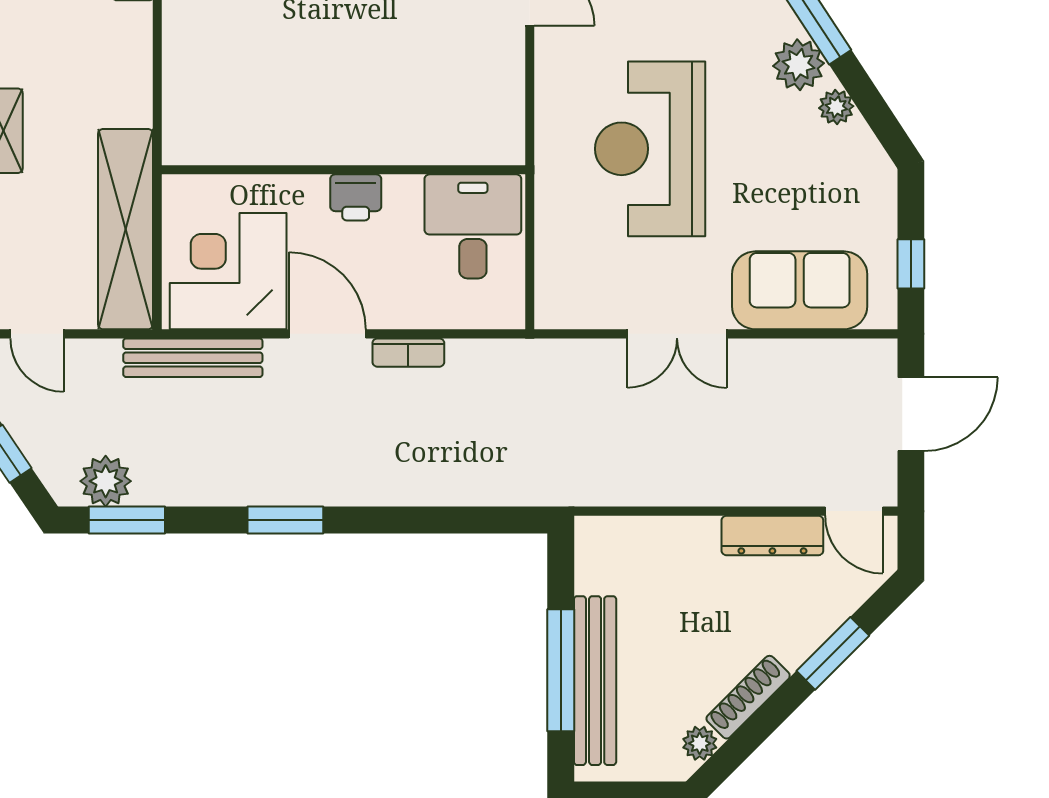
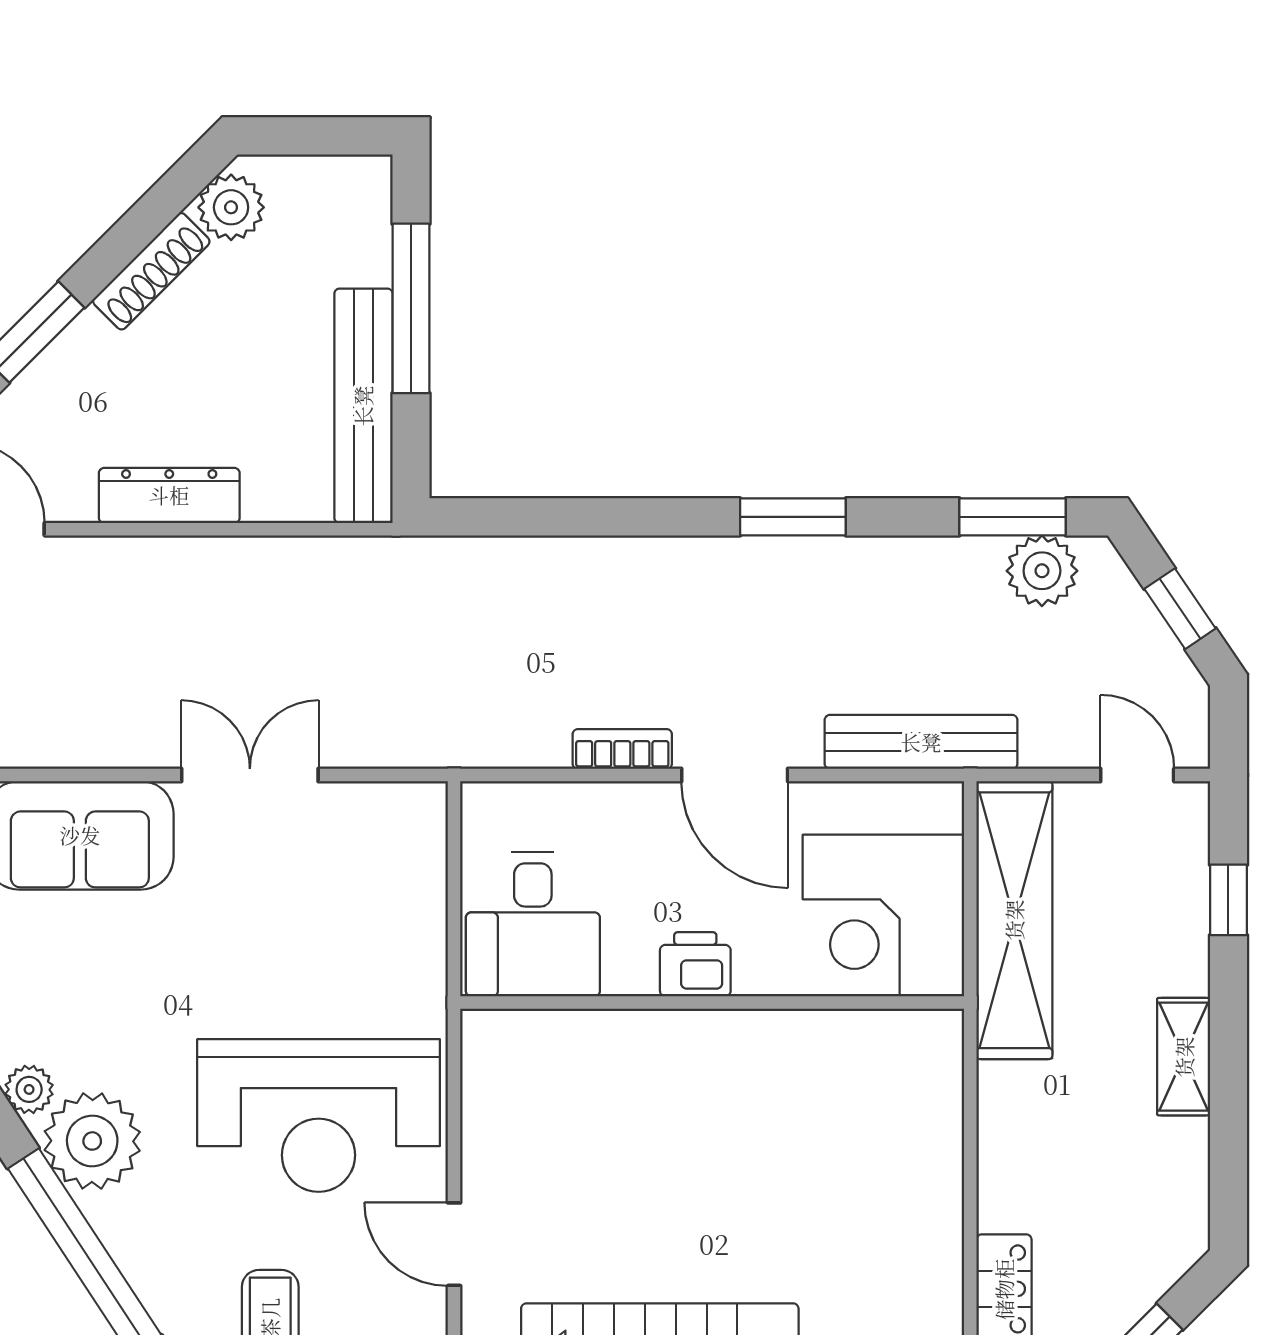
plant: (799, 65) -> (92, 1141), width x1.36, depth x1.36
reception desk: (650, 149) -> (319, 1116), moved, turned 90
corner desk: (228, 271) -> (883, 915), moved, turned 90
dresser: (772, 535) -> (169, 495), moved
bench: (595, 681) -> (363, 406), moved
plant: (700, 743) -> (231, 207), width x1.38, depth x1.38

